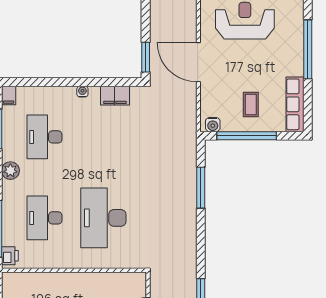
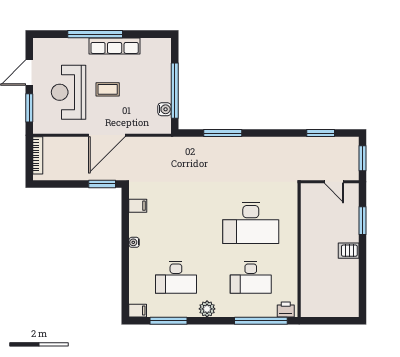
filing cabinet: (115, 96) -> (138, 206), width x0.50
row of seats: (295, 104) -> (115, 46), moved
coffee table: (251, 105) -> (108, 89), moved
water cooler: (213, 125) -> (164, 109), moved

